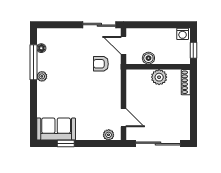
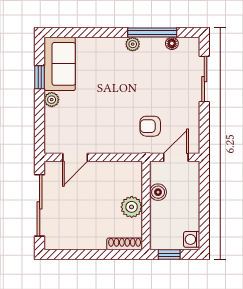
sliding door: (99, 25) -> (204, 79), moved
armchair: (101, 64) -> (150, 126), turned -90
plant: (109, 135) -> (52, 100), moved

